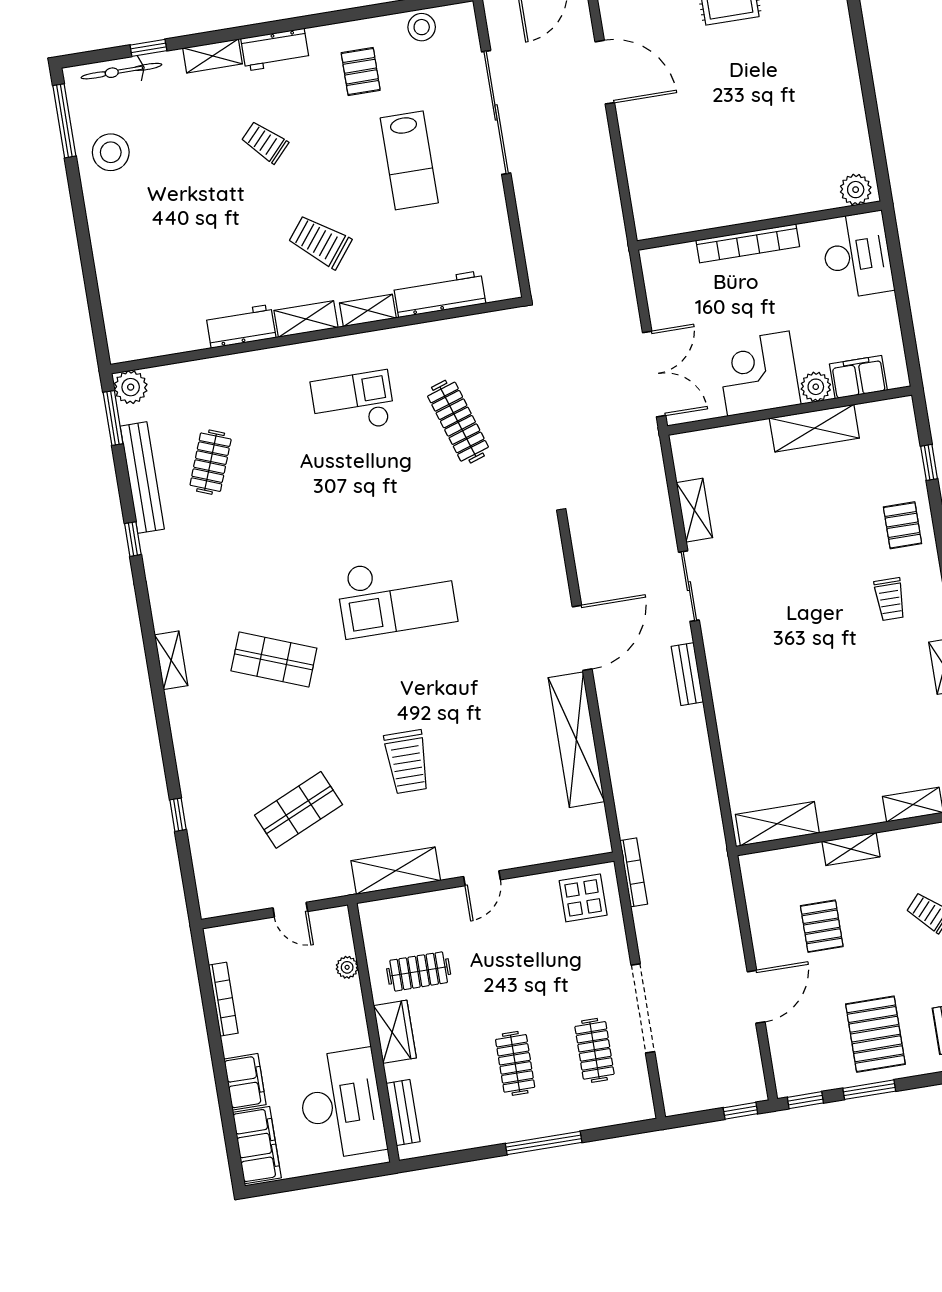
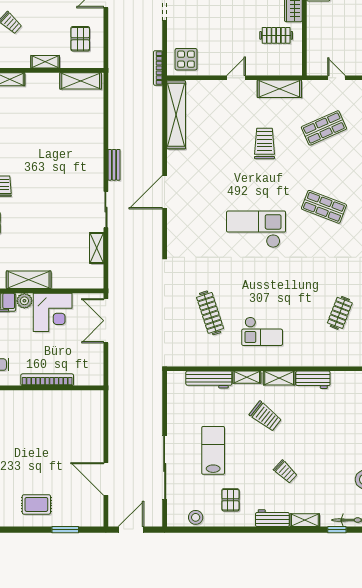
shelving: (576, 740) -> (176, 115), moved
pallet: (822, 926) -> (80, 39), moved
plant: (347, 967) -> (312, 43), removed

